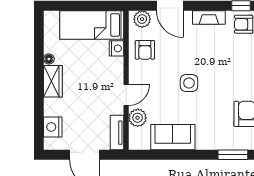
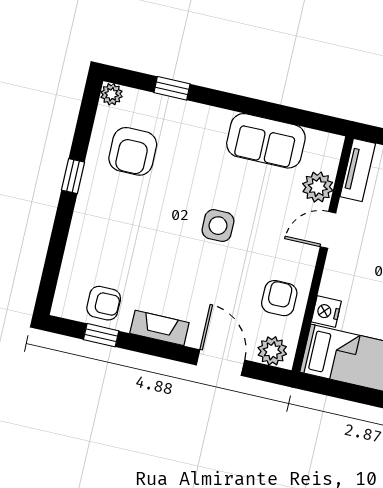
window: (233, 155) -> (172, 88), width x0.67

